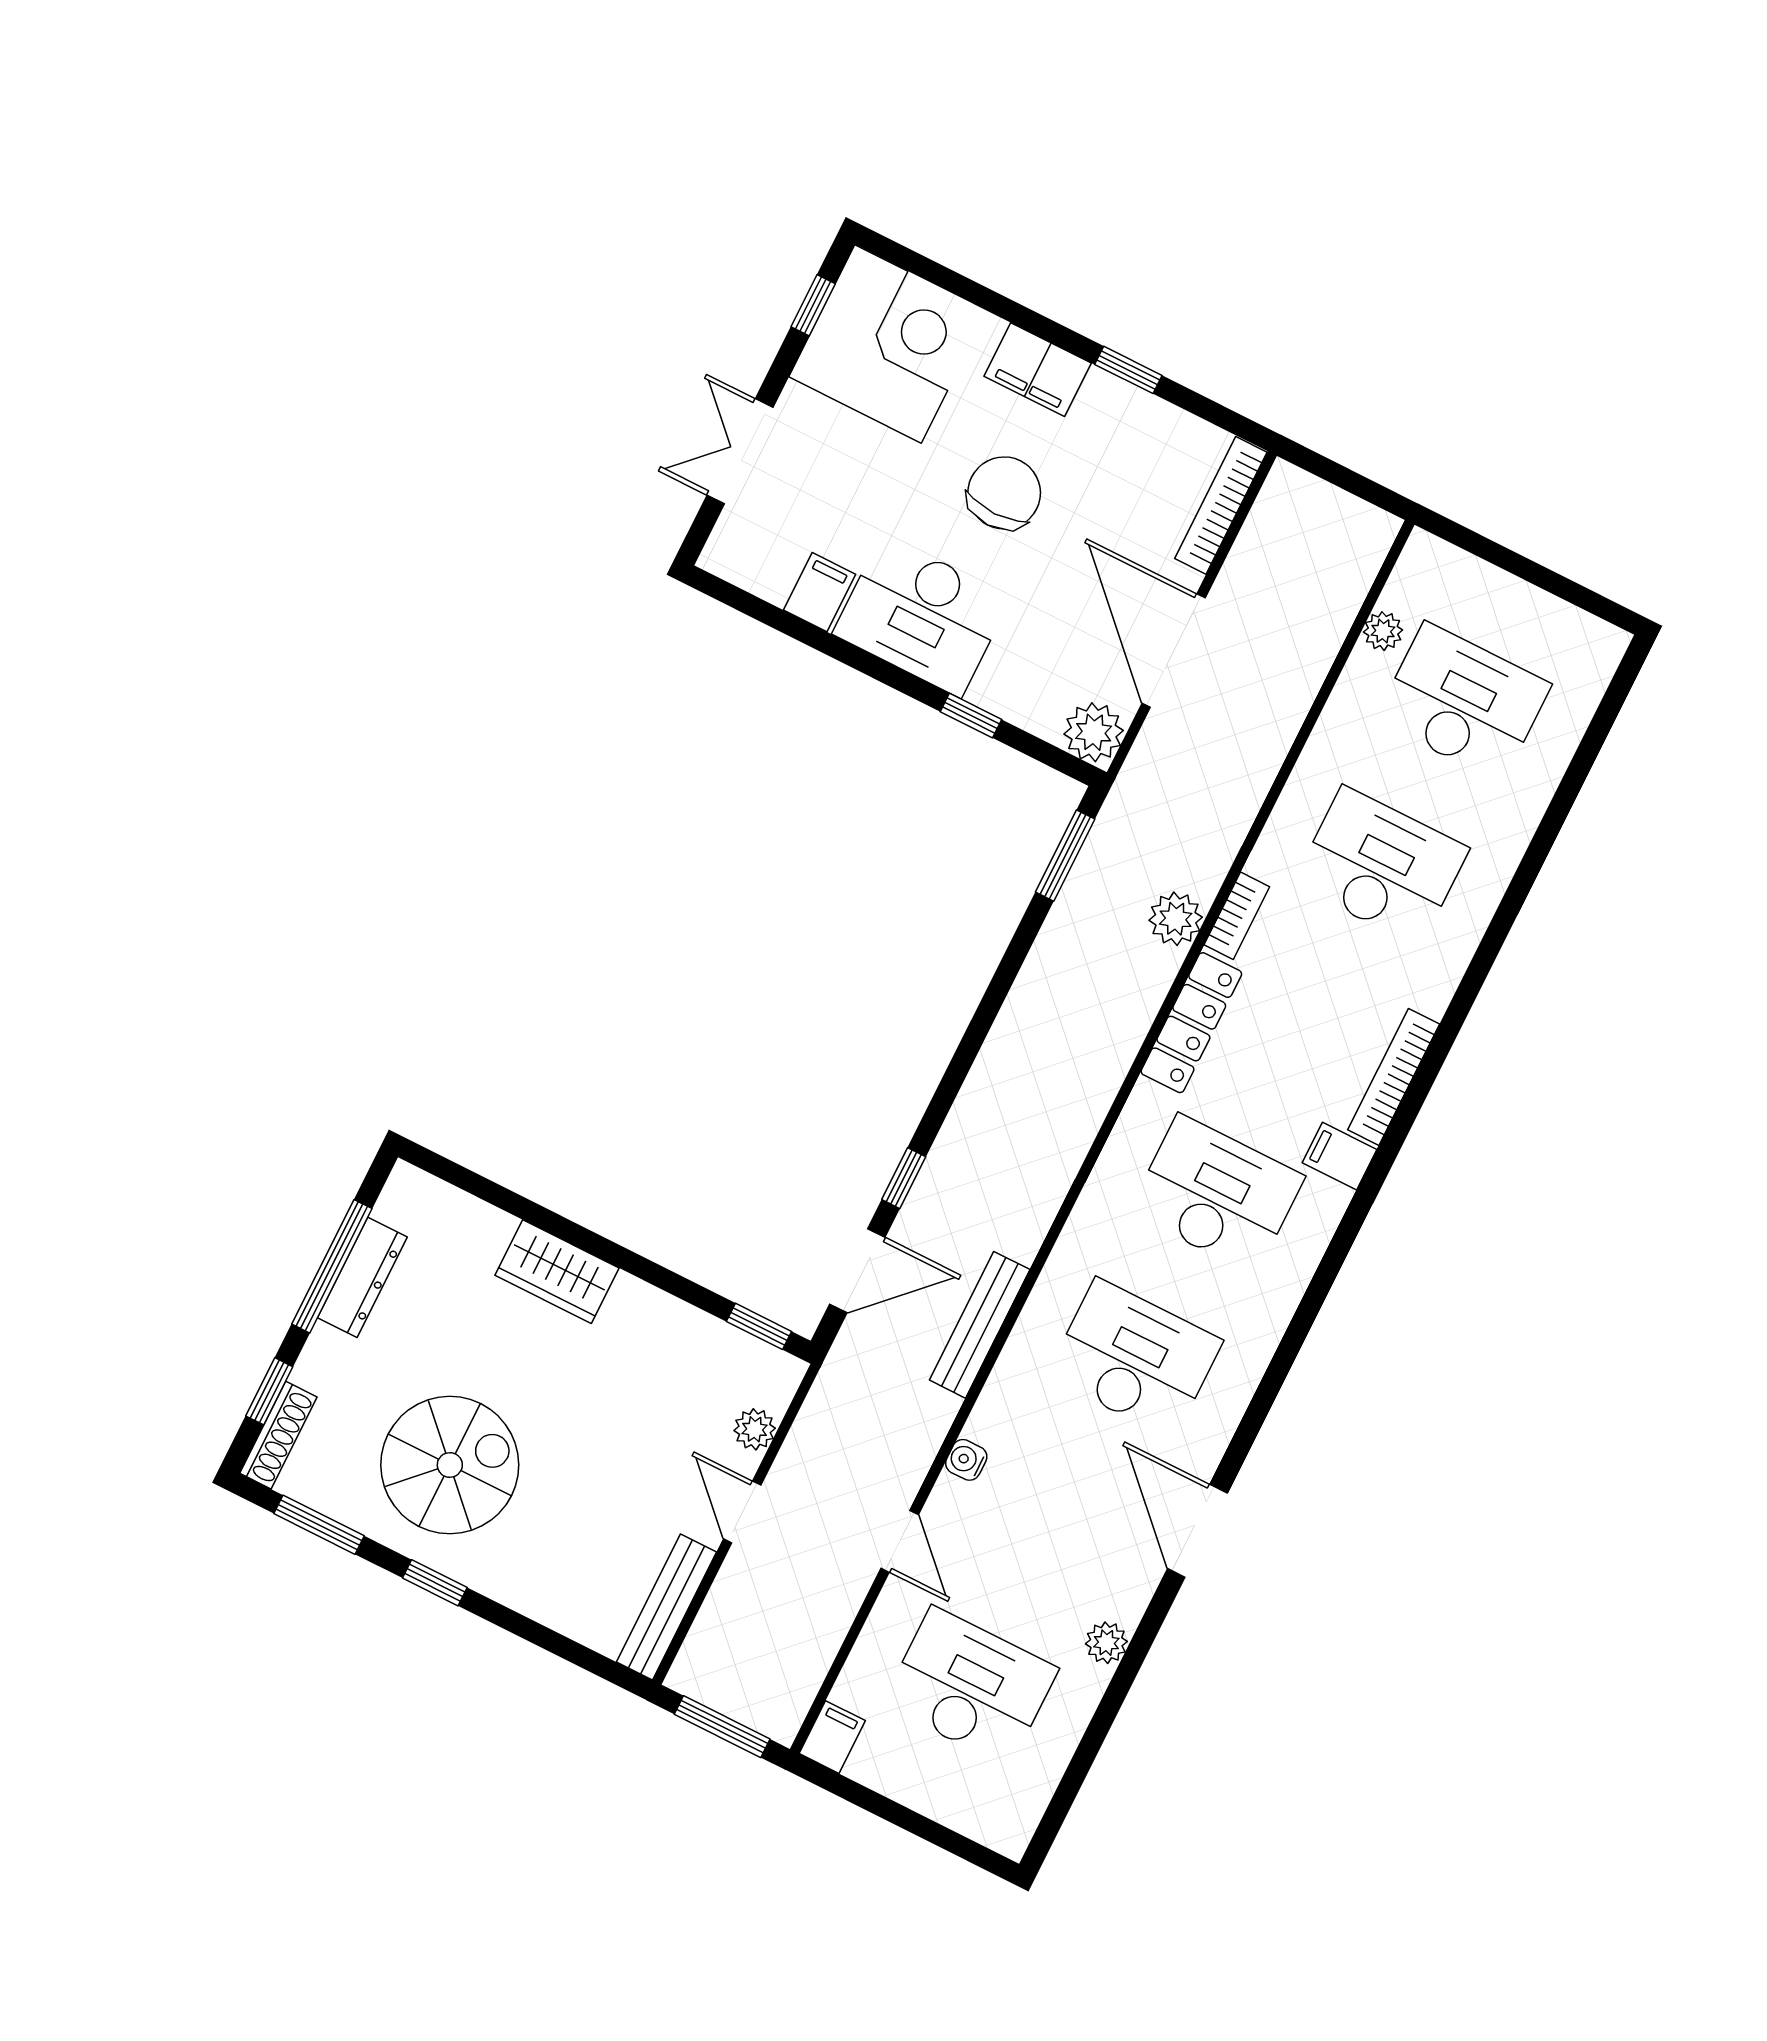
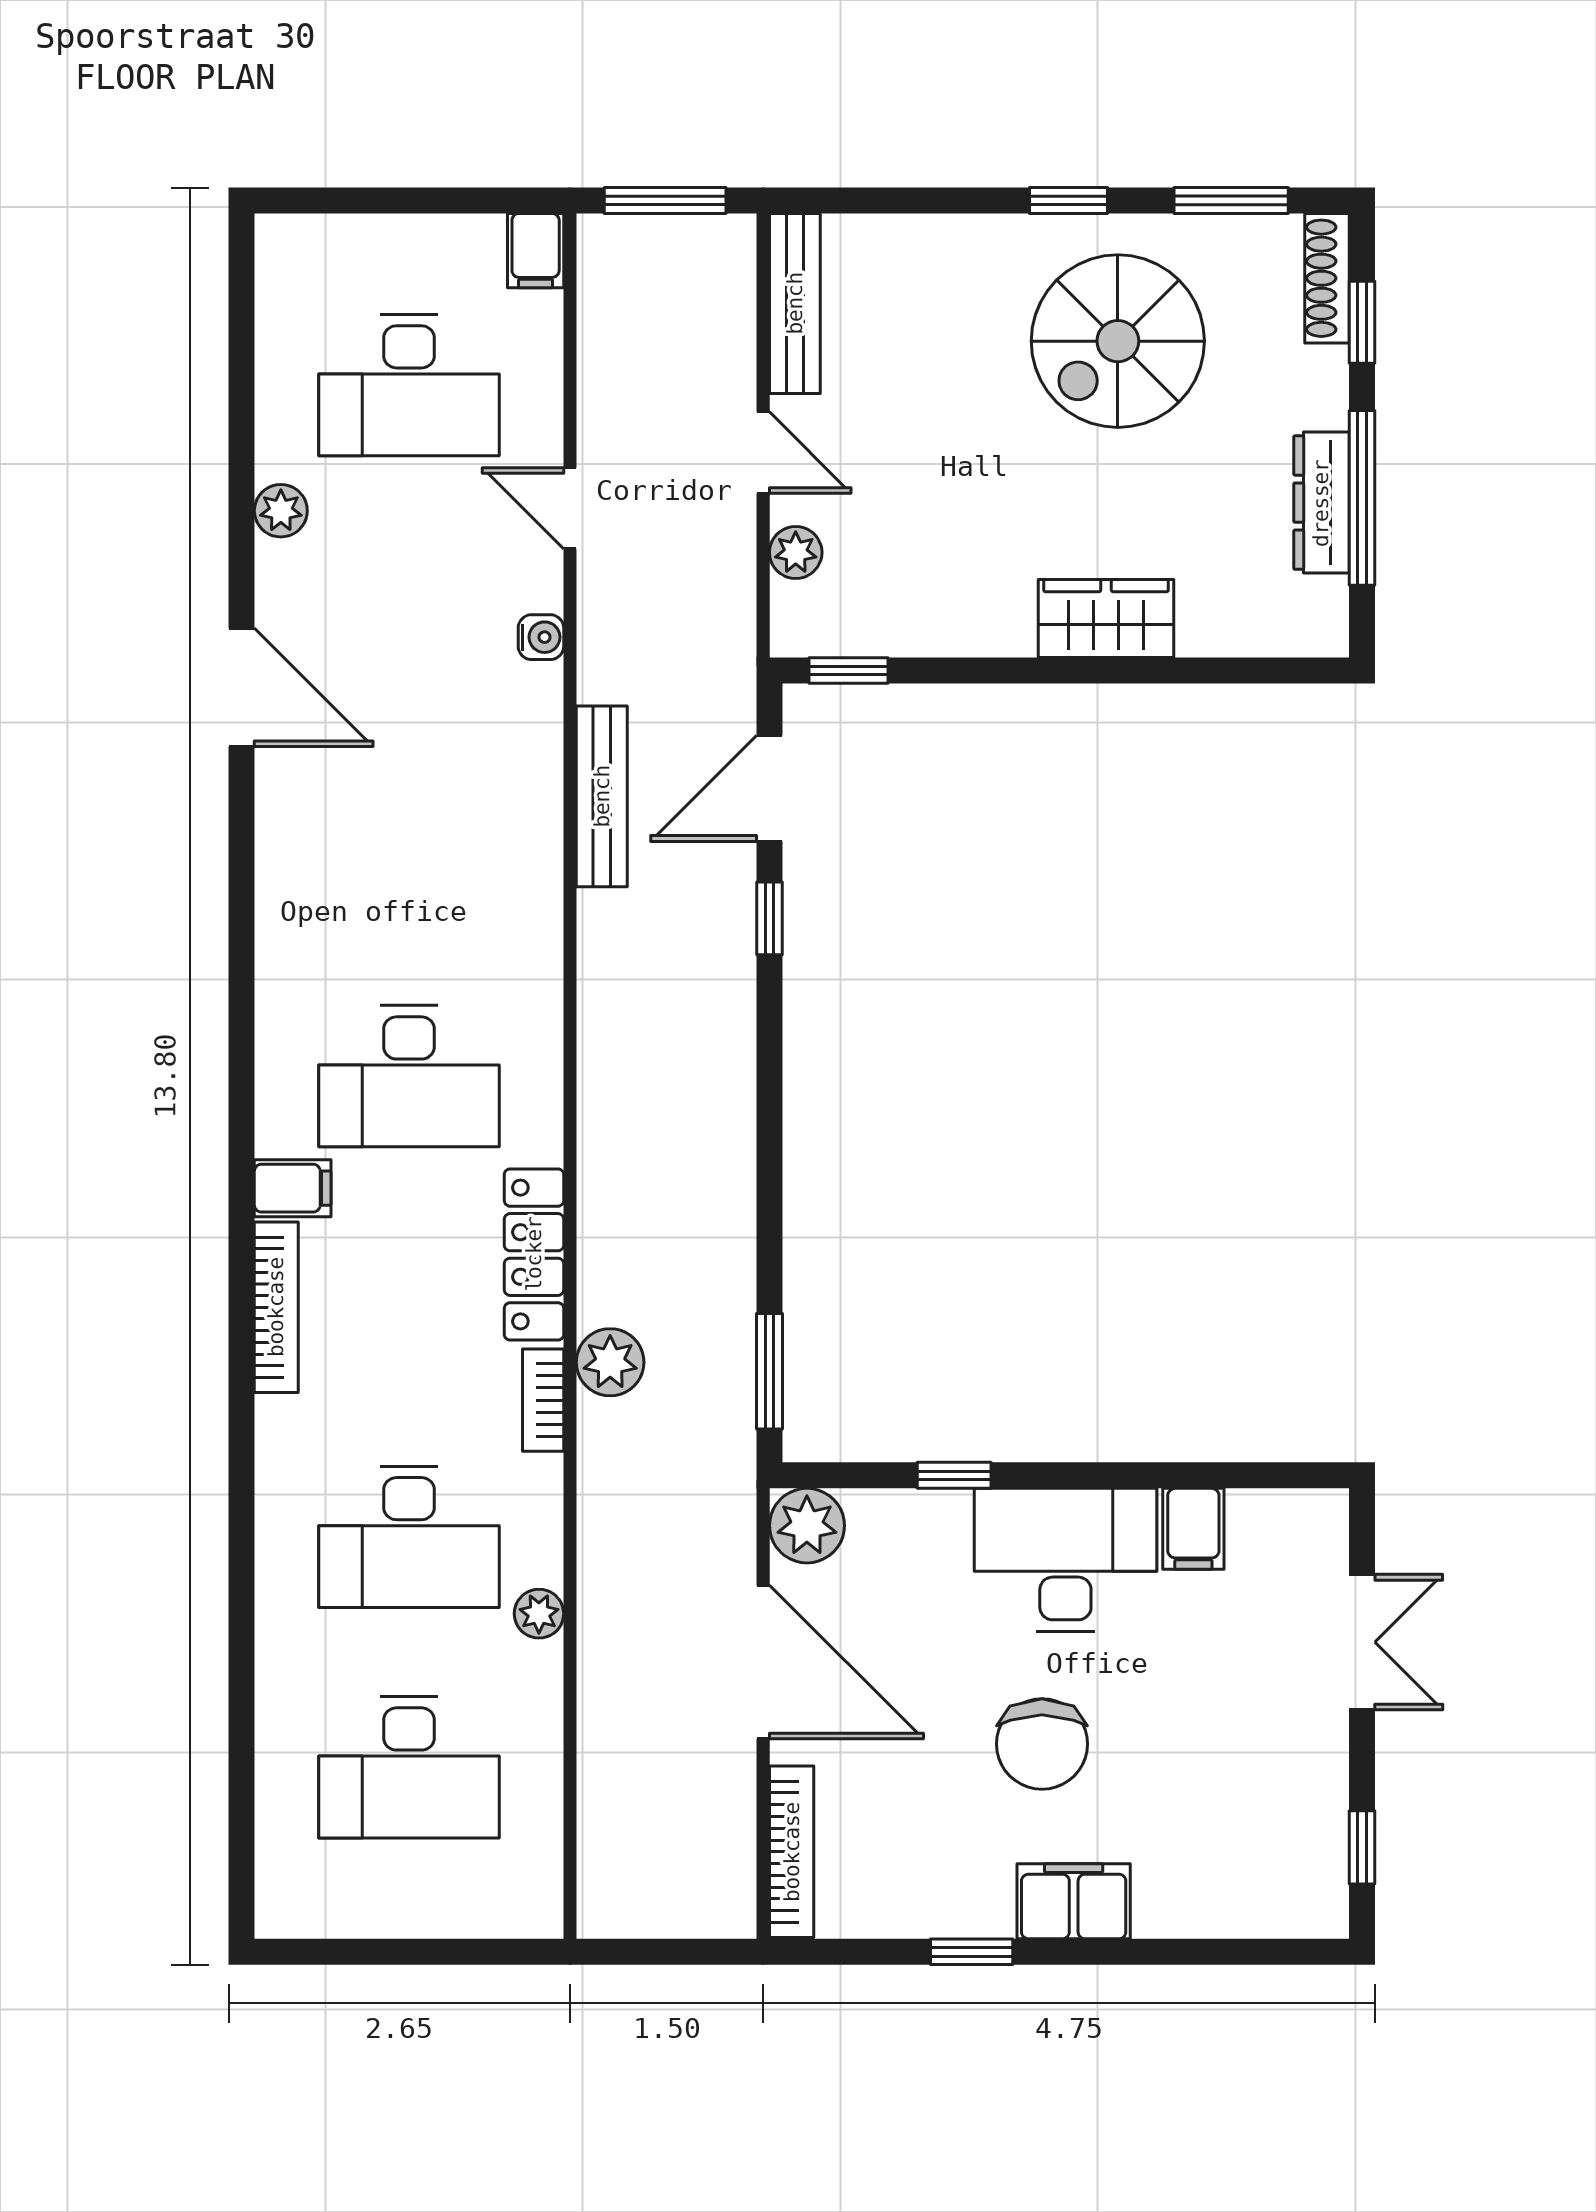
corner desk: (888, 344) -> (1256, 1846), removed
plant: (1383, 631) -> (539, 1614), moved
desk: (1135, 1358) -> (409, 846), removed

